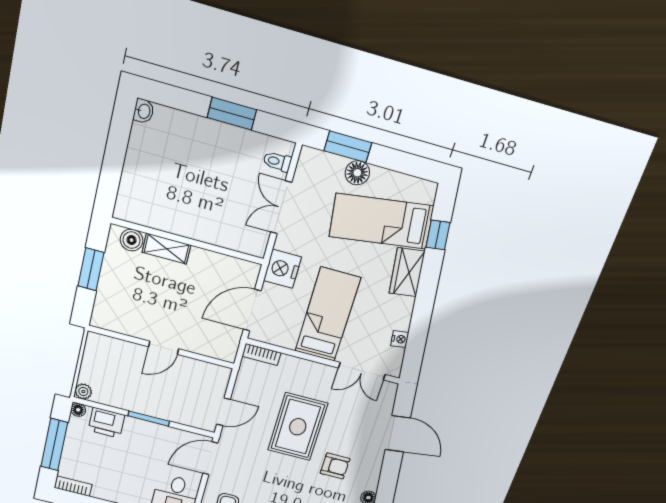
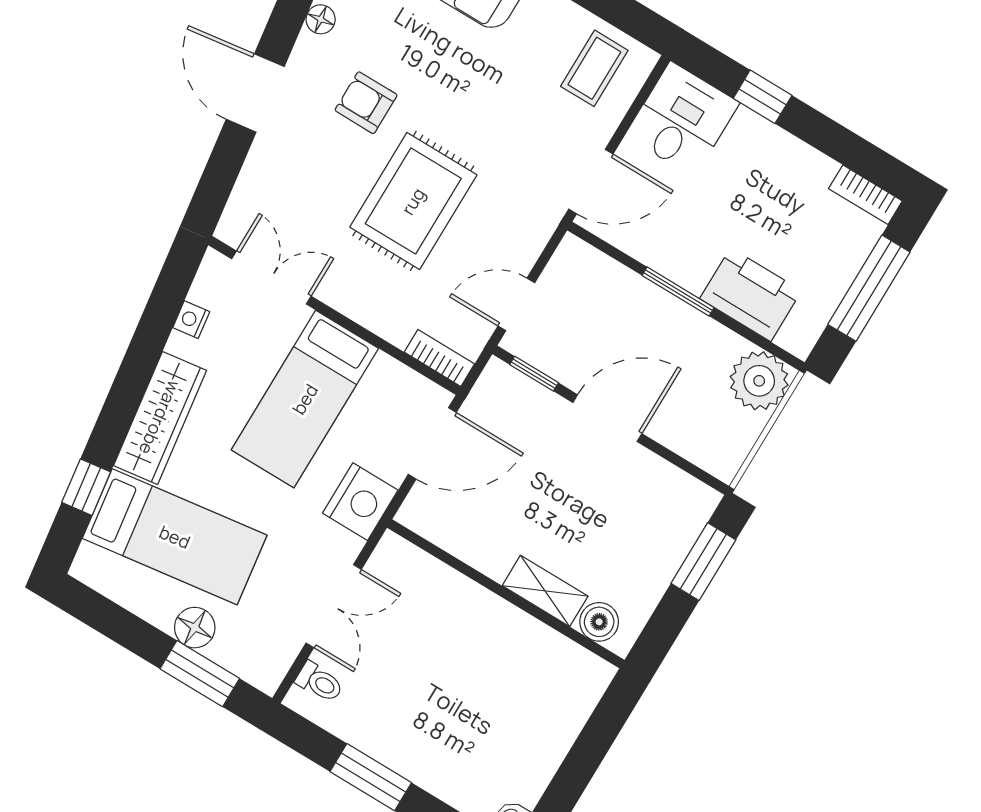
window: (91, 269) -> (703, 562), moved
wardrobe: (407, 272) -> (160, 418), width x1.50
door: (164, 348) -> (607, 418), width x1.38
window: (209, 360) -> (534, 374), added
plant: (83, 391) -> (759, 381), width x1.87, depth x1.87
floor lamp: (78, 410) -> (800, 344), removed
door: (223, 412) -> (516, 304), moved
printer: (106, 423) -> (751, 295), width x1.37, depth x1.19
door: (398, 434) -> (255, 93), moved

